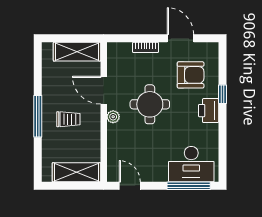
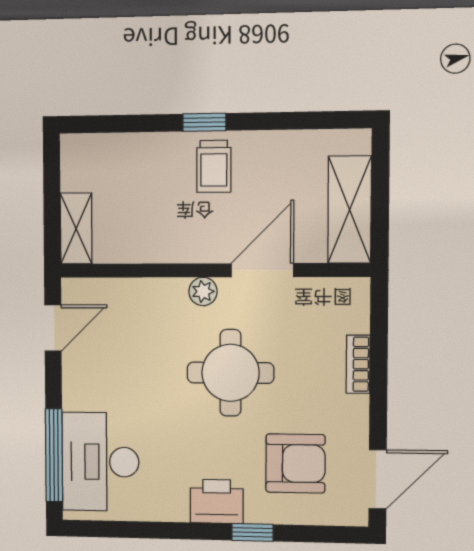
door: (180, 38) -> (378, 479), moved
armchair: (191, 75) -> (295, 463), turned -90
window: (38, 116) -> (204, 122), width x0.46
trolley: (68, 119) -> (214, 166), moved
shelving: (76, 172) -> (76, 228), width x0.67, depth x0.75

